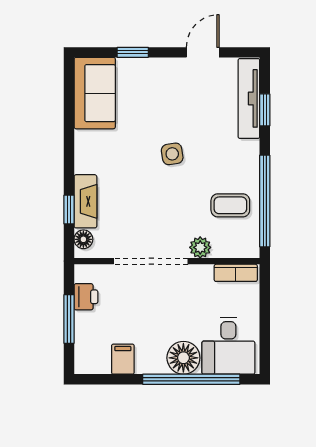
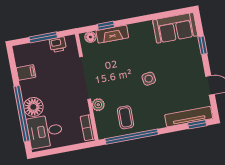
window: (265, 110) -> (197, 124), moved

